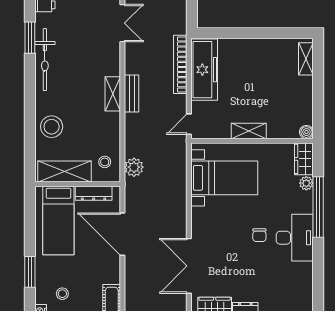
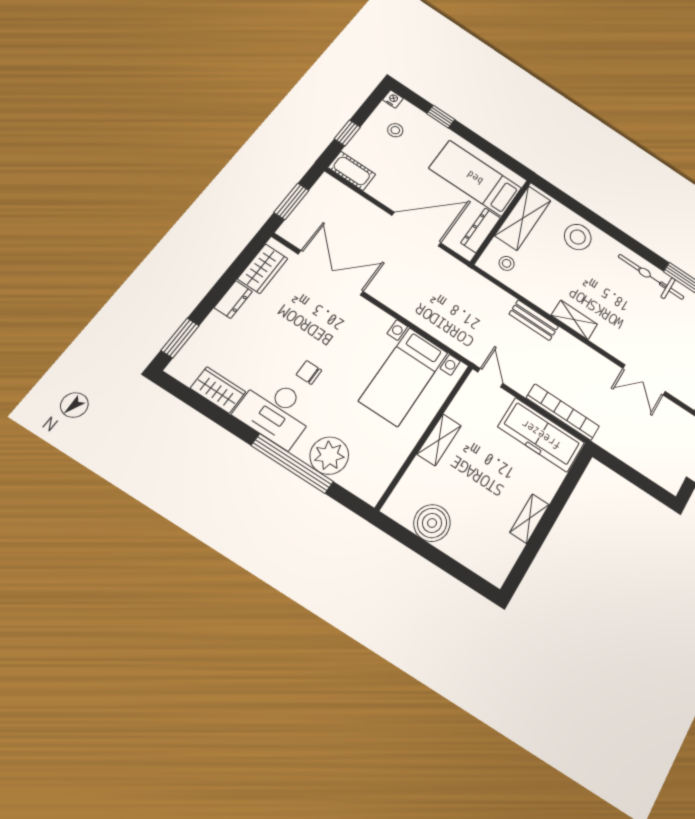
shelving: (306, 59) -> (530, 519), moved, turned 90
bench: (132, 94) -> (534, 320), moved
boiler: (306, 132) -> (432, 523), moved, width x1.86, depth x1.86
wardrobe: (304, 159) -> (218, 390), moved
plant: (134, 167) -> (481, 289), removed
plant: (306, 183) -> (329, 456), width x1.87, depth x1.87
window: (30, 272) -> (441, 117), width x0.67

